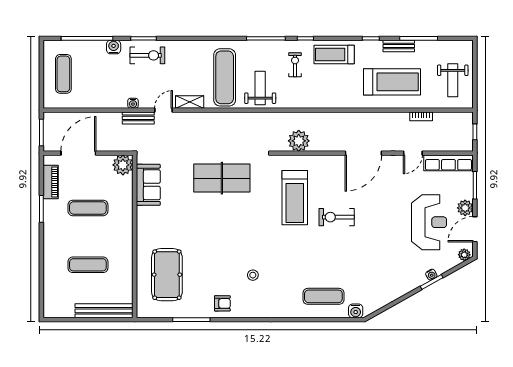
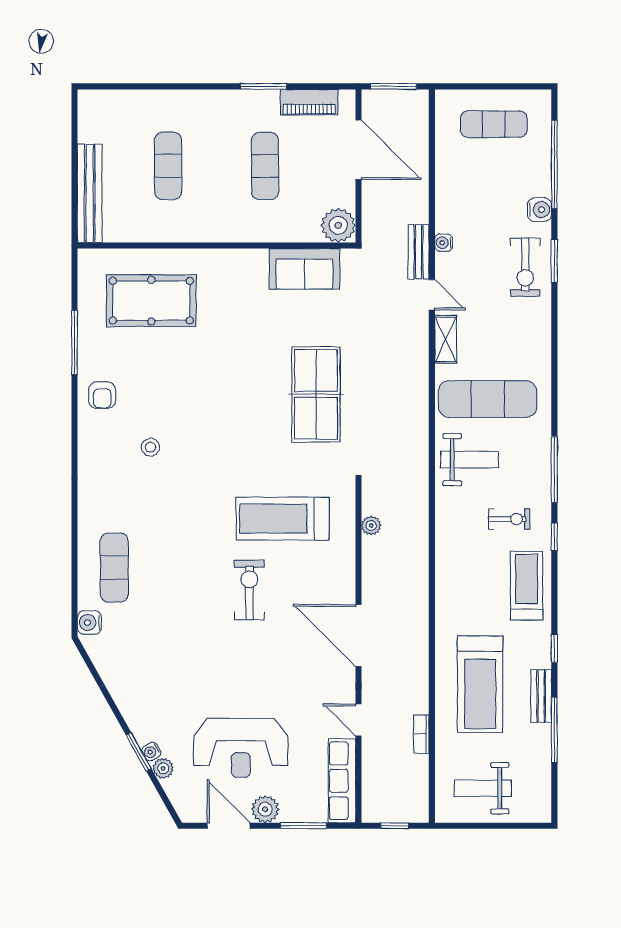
plant: (299, 141) -> (371, 525), width x0.53, depth x0.53
plant: (464, 255) -> (163, 768), moved

